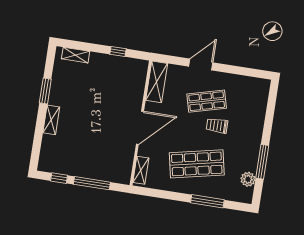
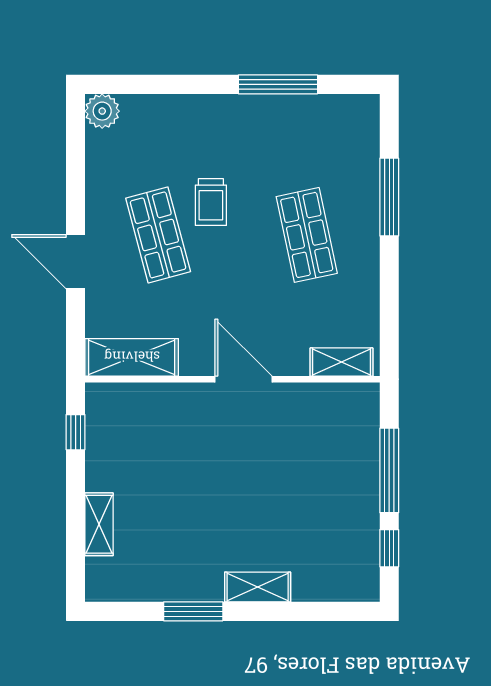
window: (118, 52) -> (76, 432), moved
shelving: (76, 55) -> (99, 524), moved
door: (140, 128) -> (243, 379), width x0.73
shop shelf: (197, 164) -> (307, 235), width x0.70, depth x0.74
plant: (248, 179) -> (102, 111), moved

